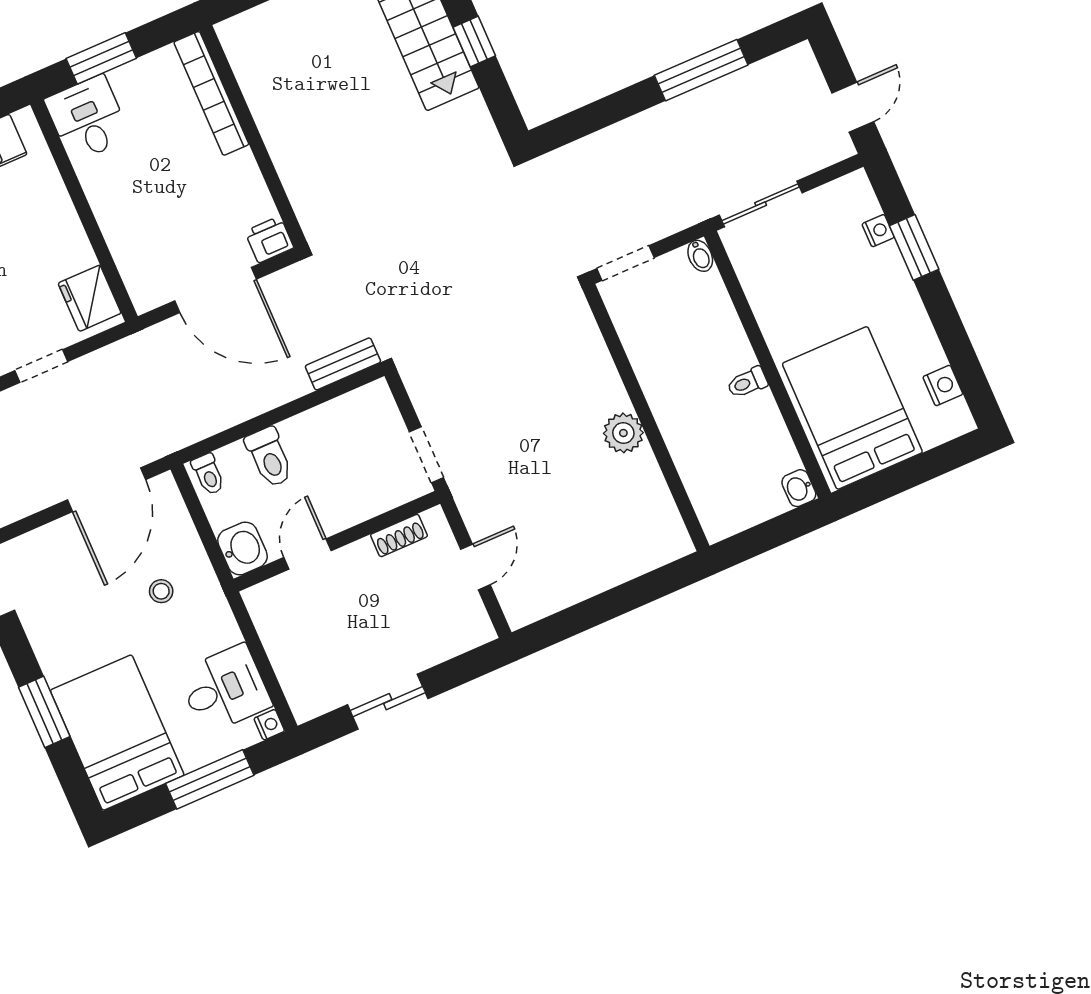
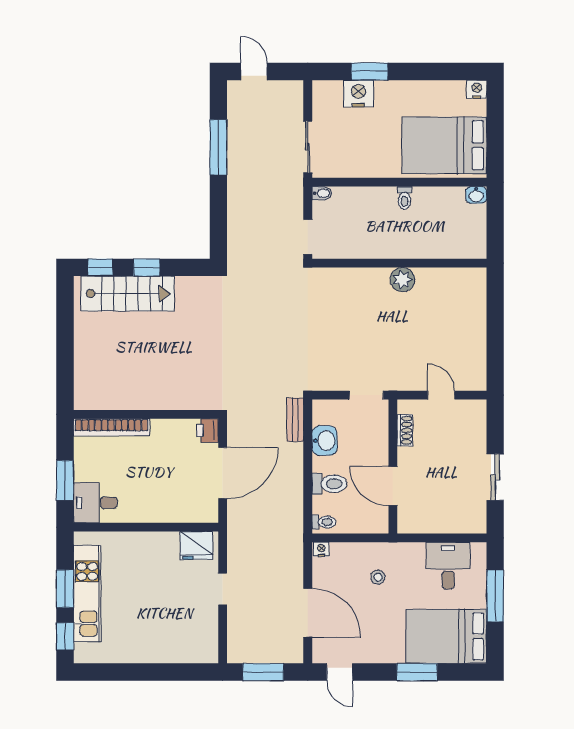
door: (853, 107) -> (254, 71), moved
nightstand: (878, 231) -> (358, 93), width x1.89, depth x1.79
nightstand: (943, 386) -> (477, 89), moved
door: (106, 490) -> (308, 613), moved
washbasin: (242, 548) -> (325, 441), moved, turned 90
door: (308, 554) -> (393, 486), width x1.37
nightstand: (269, 725) -> (321, 549), moved

